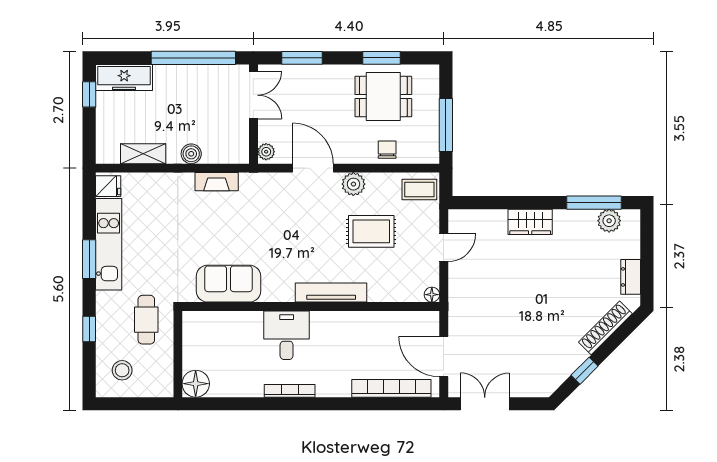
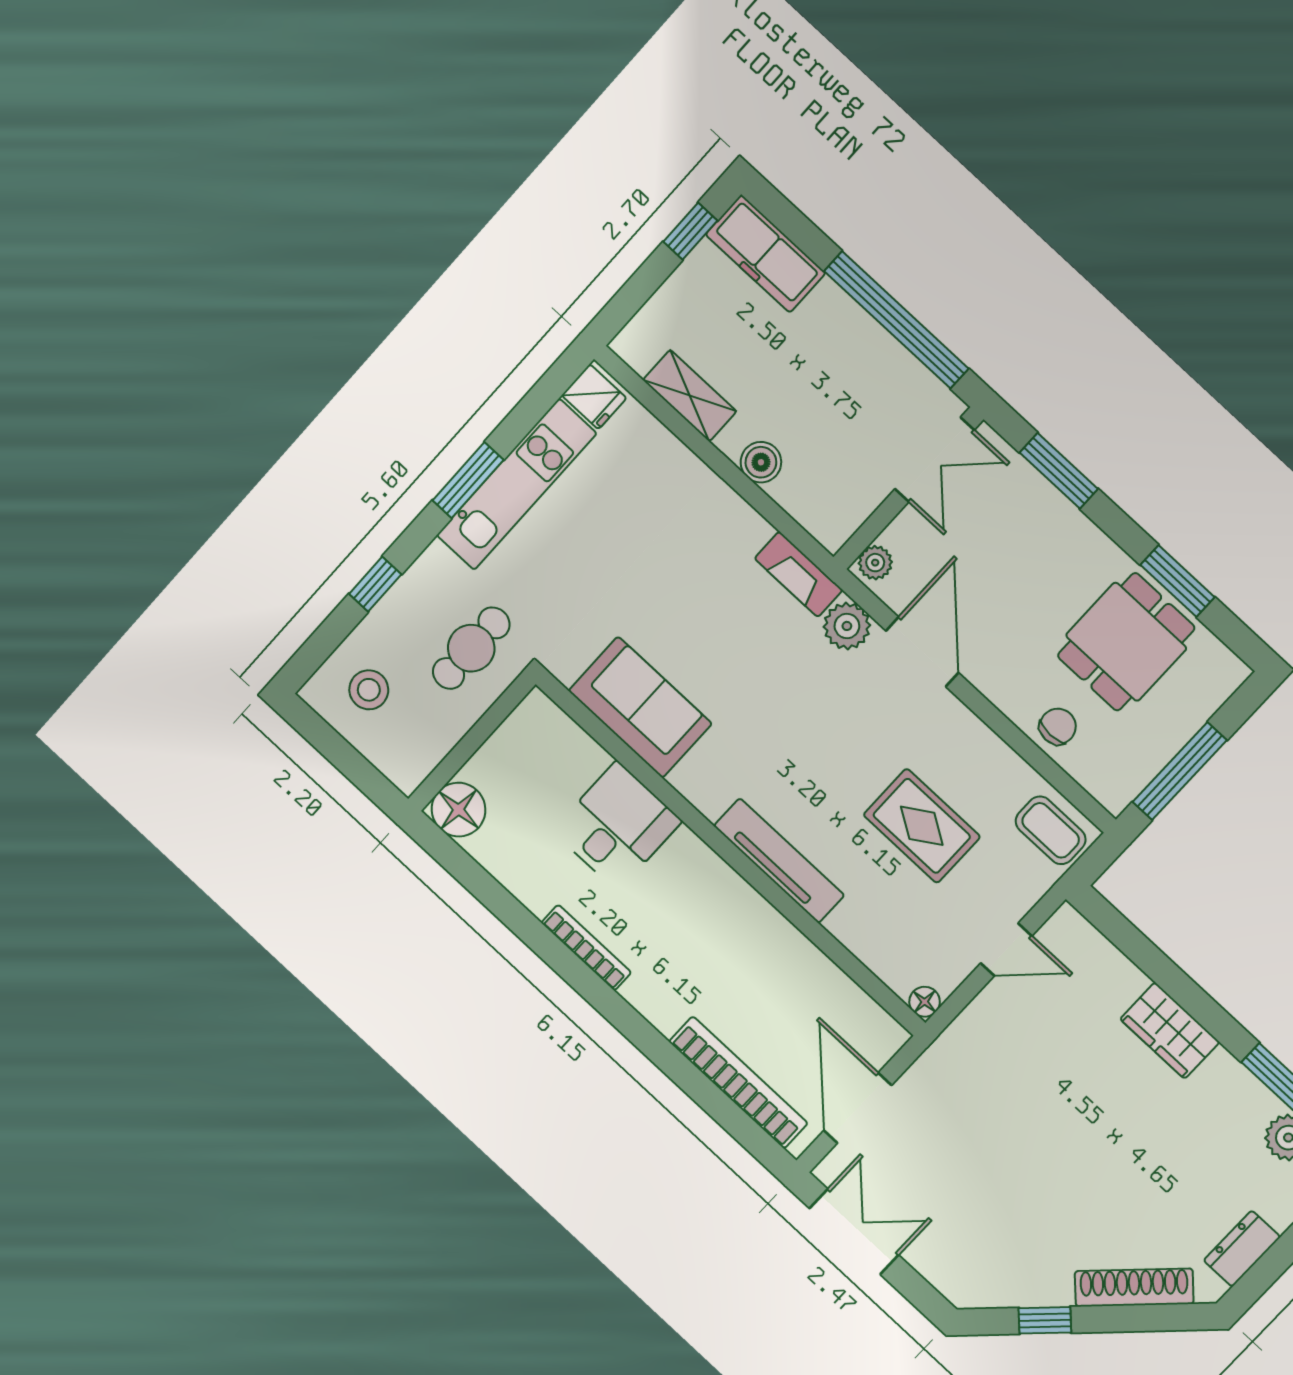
dining table: (383, 97) -> (1126, 642), turned 90
fireplace: (217, 182) -> (799, 574), moved
plant: (353, 184) -> (847, 626), moved
desk: (287, 335) -> (617, 826), moved

